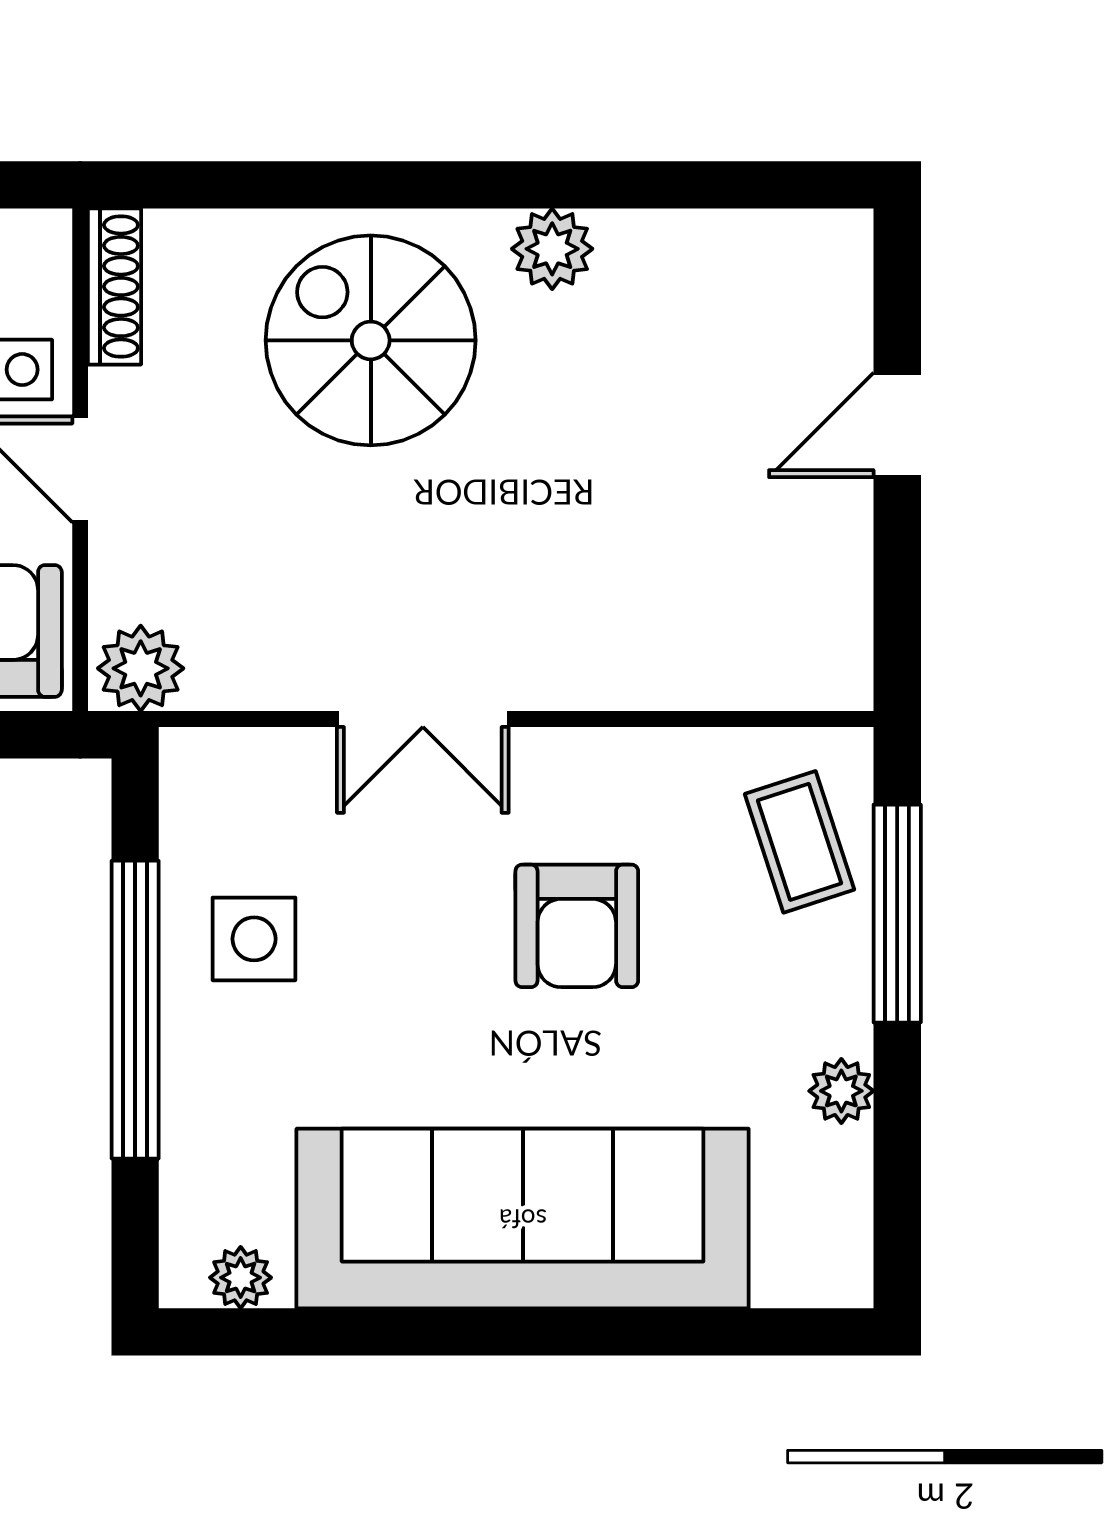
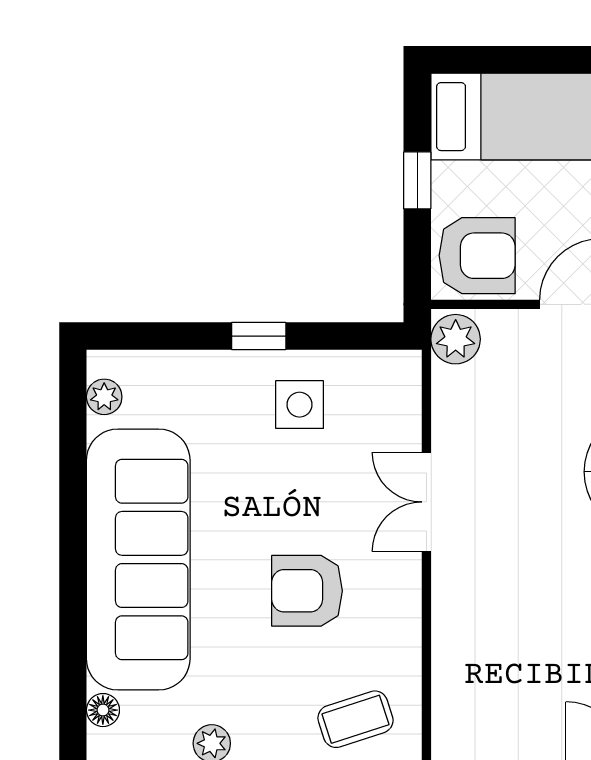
window: (135, 1010) -> (259, 336), width x0.32
floor lamp: (784, 1280) -> (103, 710), added

